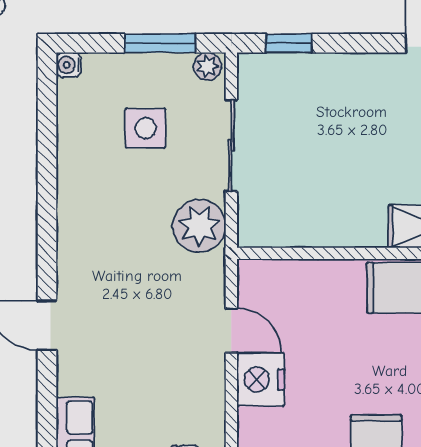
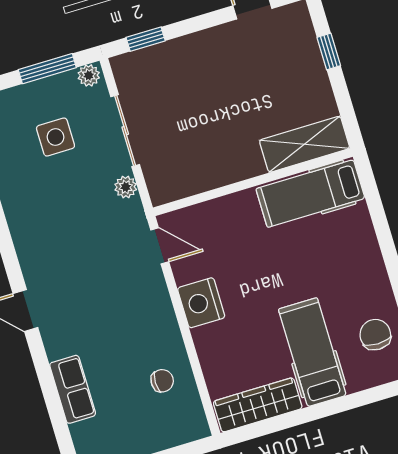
plant: (199, 226) -> (126, 187), width x0.53, depth x0.53
door: (231, 331) -> (160, 246), moved

